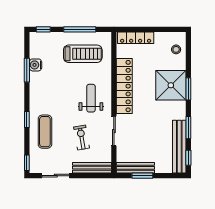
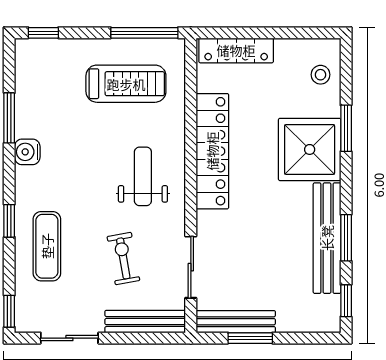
window: (80, 29) -> (144, 33), moved
water cooler: (36, 65) -> (27, 152), moved
window: (188, 89) -> (346, 128), moved
sliding door: (114, 131) -> (191, 267), moved
bench: (179, 147) -> (327, 238), moved

